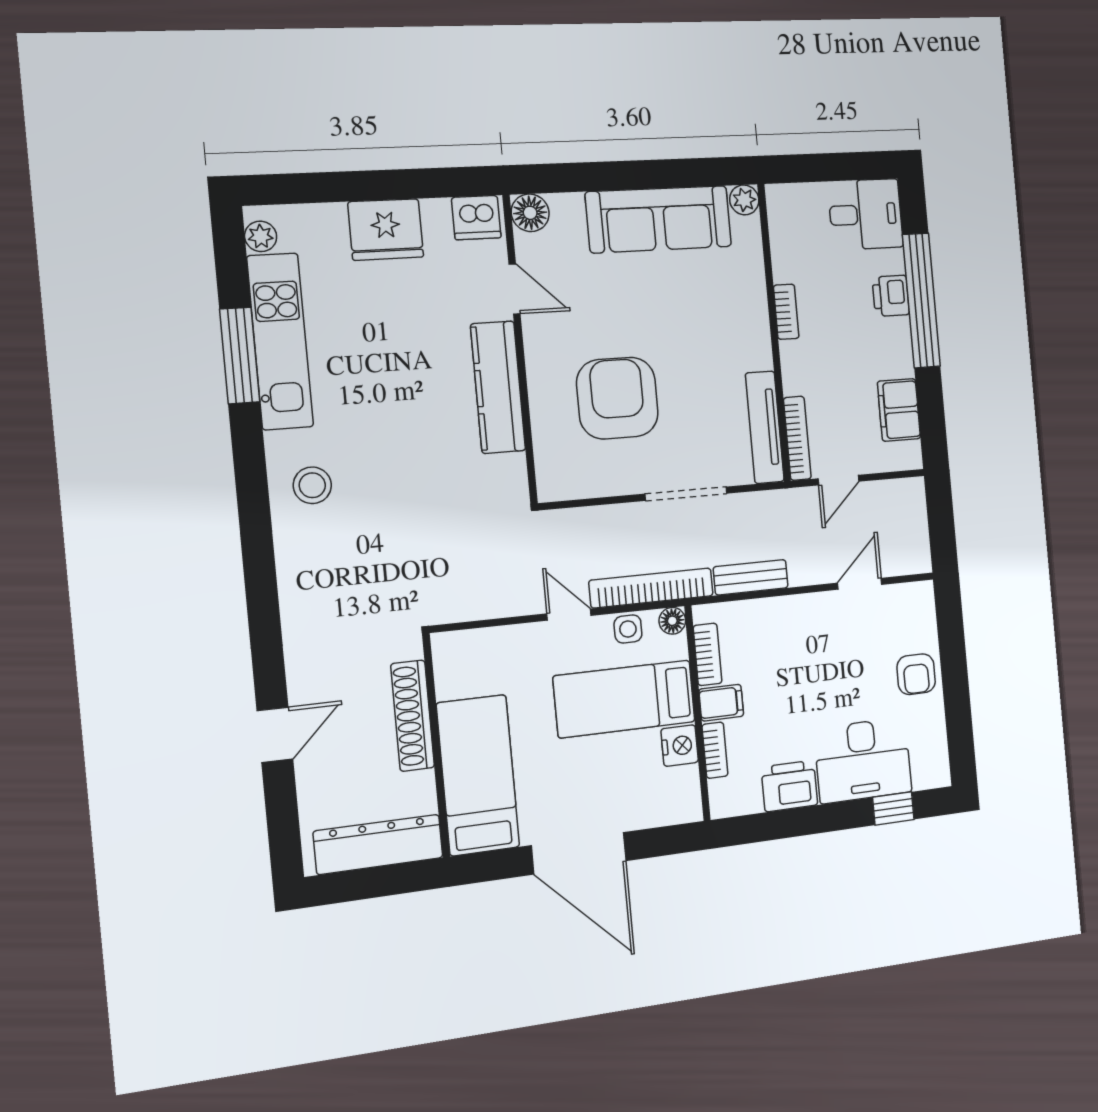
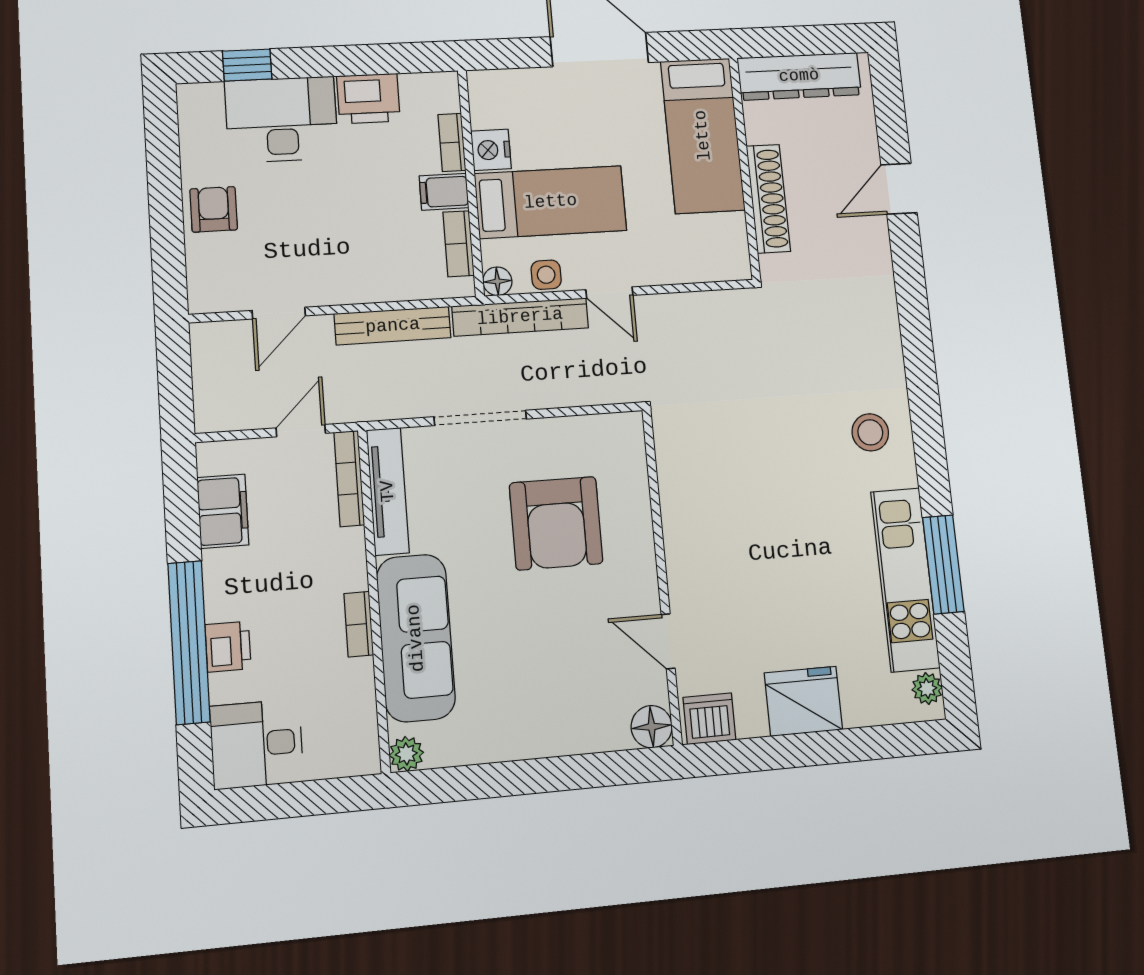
sofa: (659, 219) -> (416, 638), moved, turned 90
kitchen counter: (498, 387) -> (685, 534), removed
bench: (751, 577) -> (393, 326), width x1.36

